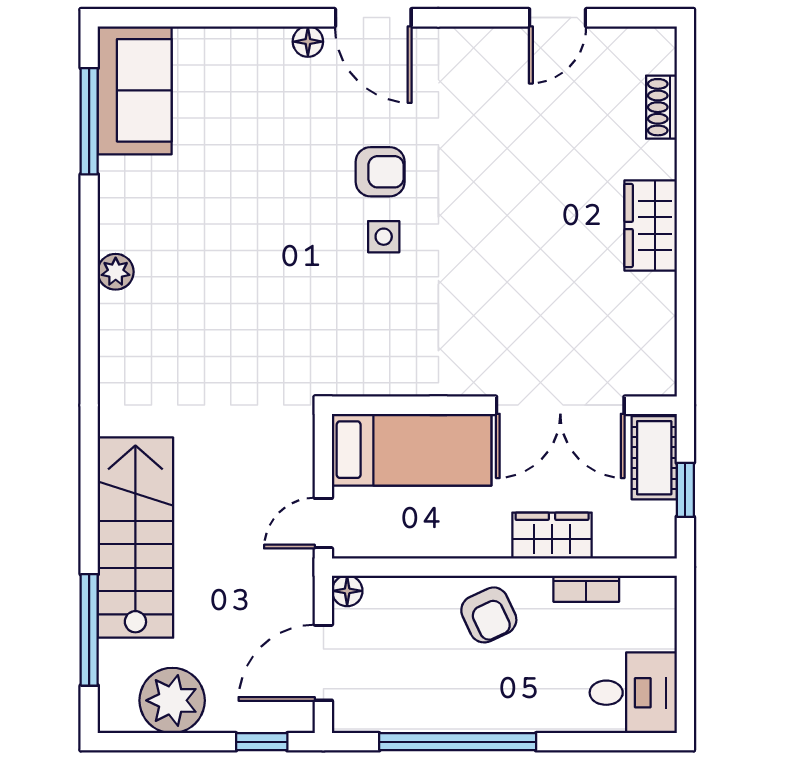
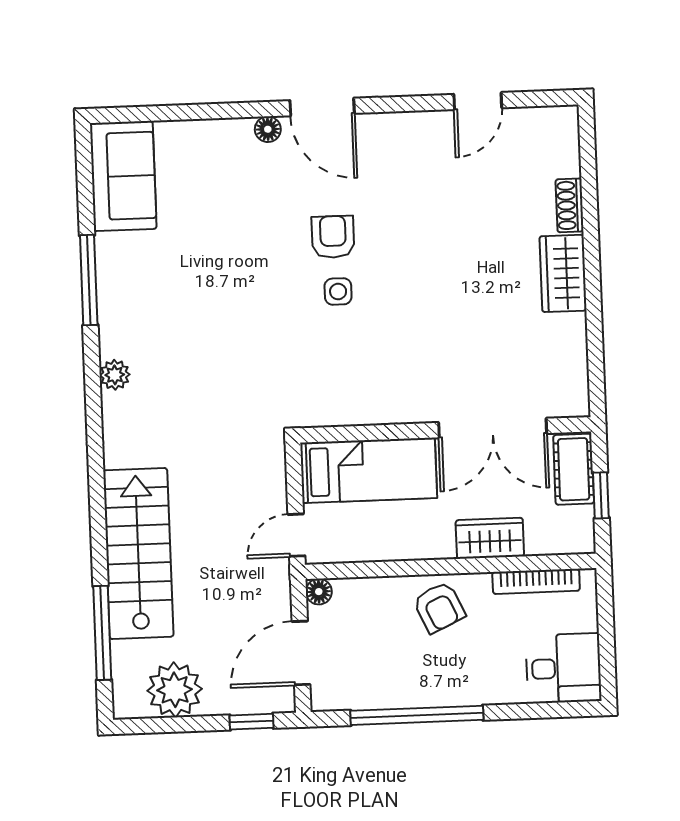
shoe rack: (661, 107) -> (570, 205), moved
window: (89, 121) -> (89, 280), moved
armchair: (380, 172) -> (333, 237), turned -90
plant: (116, 272) -> (115, 375), moved
bookcase: (586, 589) -> (536, 581), width x1.56

